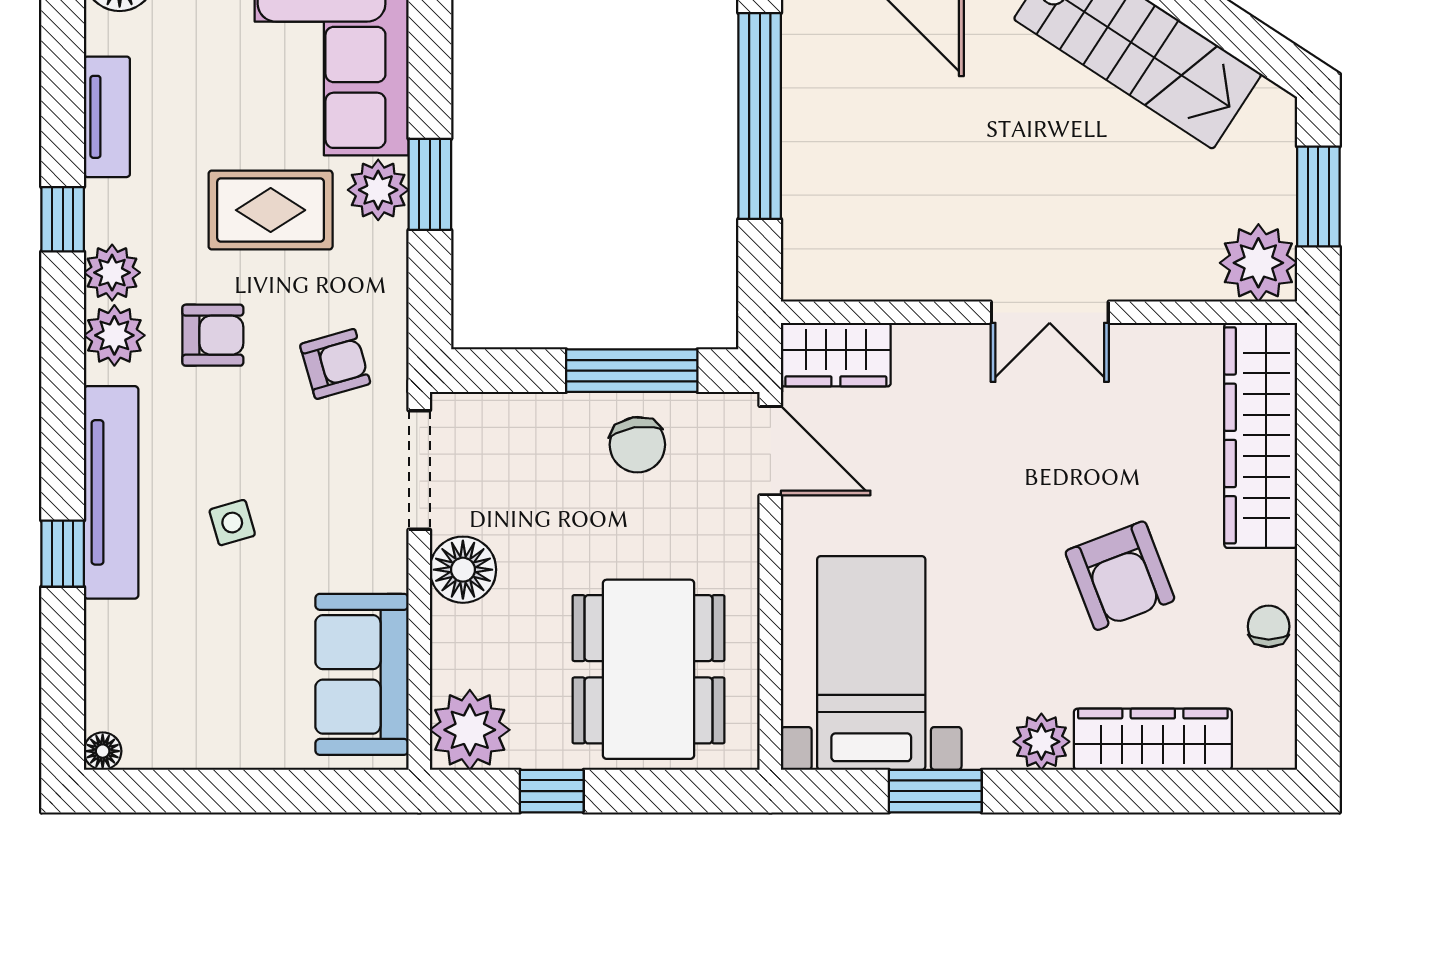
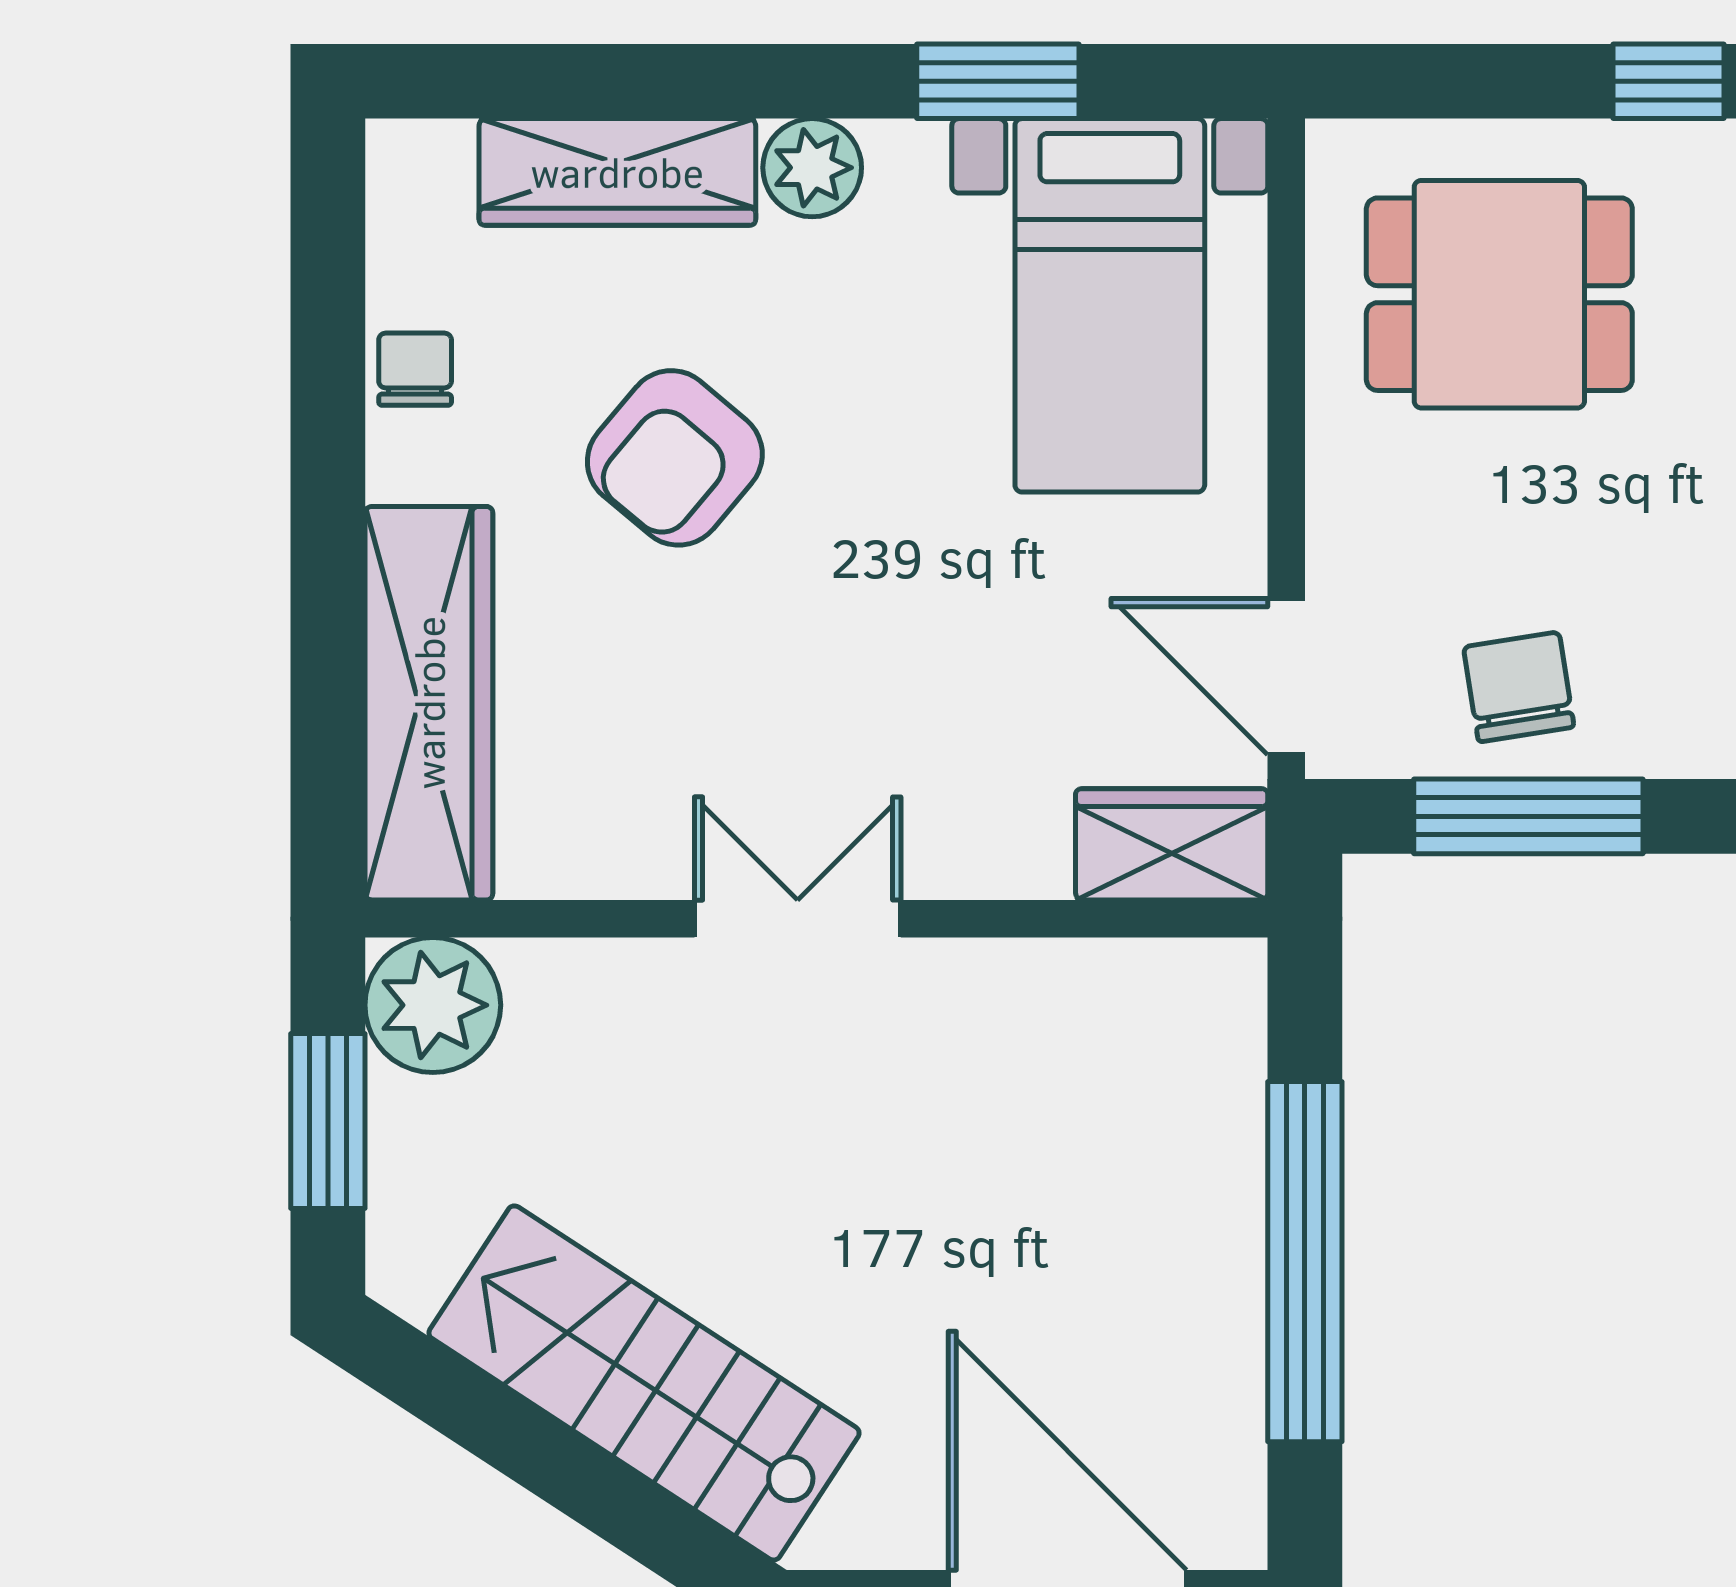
armchair: (1120, 576) -> (675, 458), turned -119
chair: (1269, 626) -> (415, 369), turned 180
dining table: (649, 669) -> (1499, 294), width x0.73

